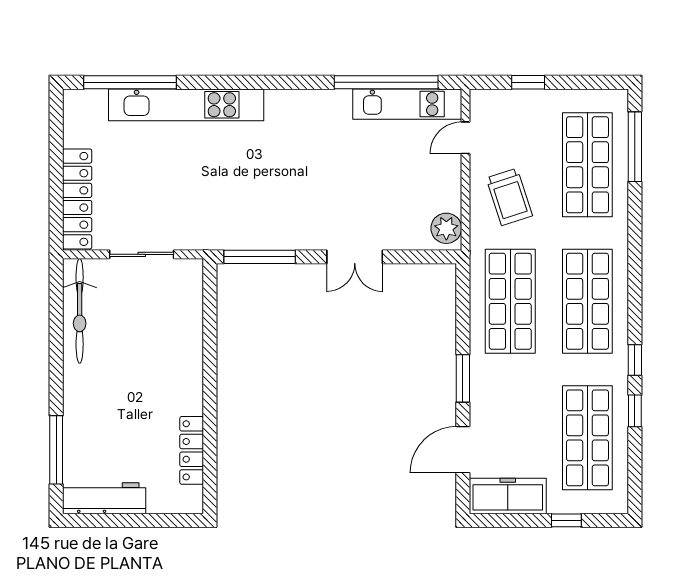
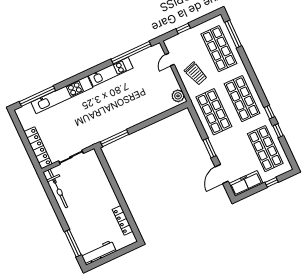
kitchen unit: (407, 104) -> (111, 72), moved
double door: (355, 257) -> (149, 122), removed

